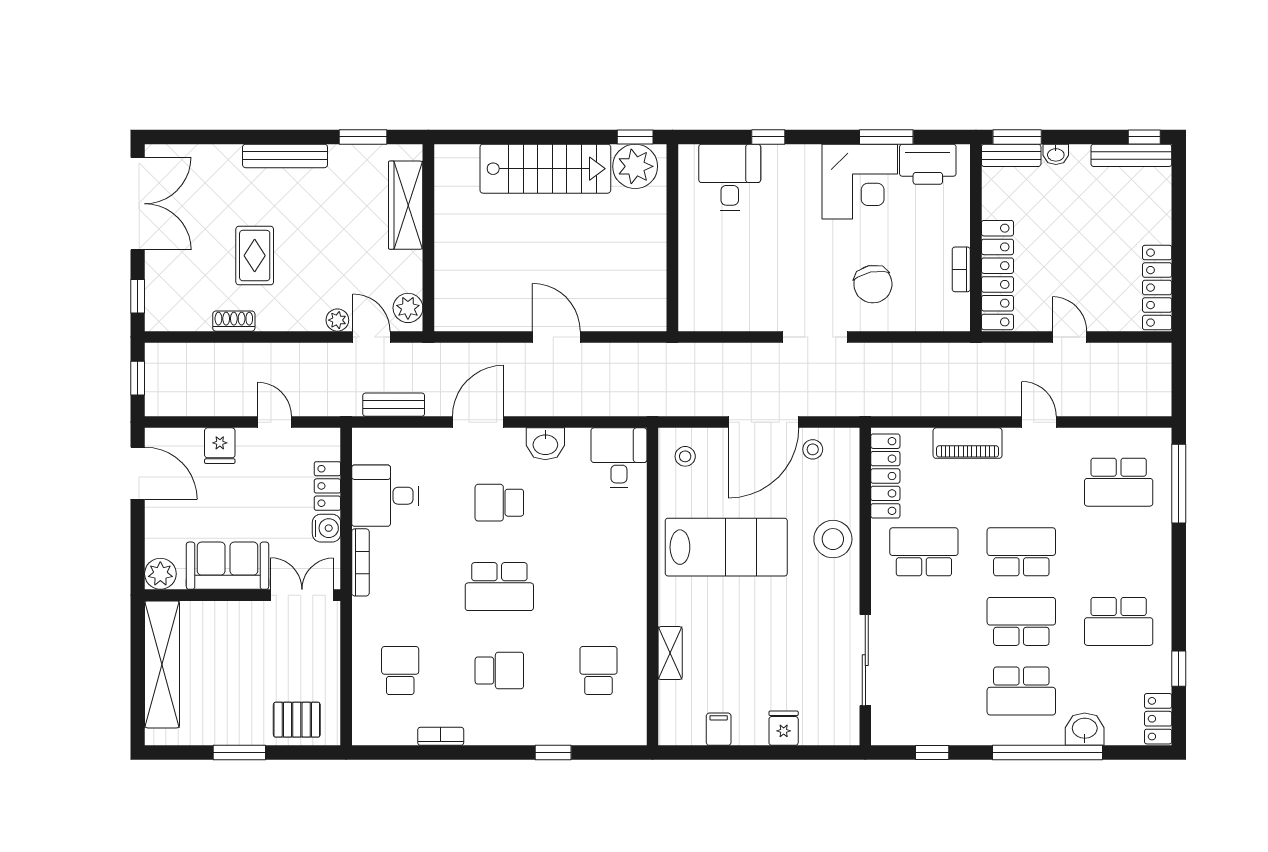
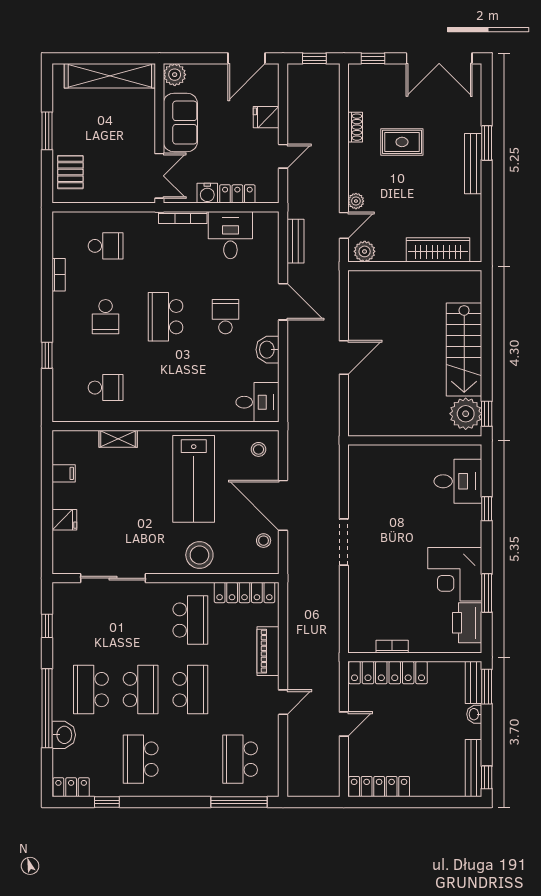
window: (363, 137) -> (487, 143), moved
chair: (873, 284) -> (382, 584), removed

